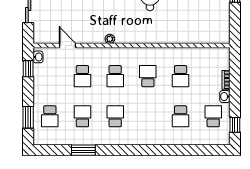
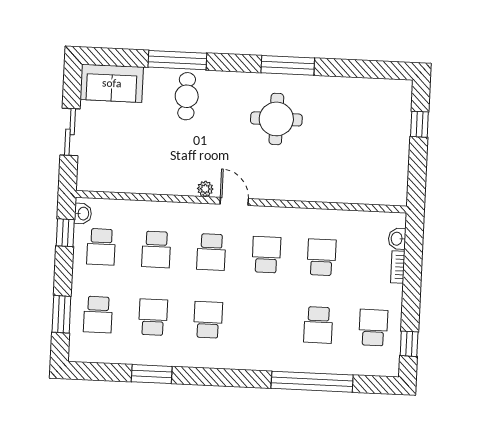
door: (68, 46) -> (234, 201), moved
school desk: (50, 76) -> (101, 247), added
school desk: (181, 76) -> (321, 257), turned 180
washbasin: (225, 97) -> (397, 239), moved
window: (178, 150) -> (312, 382), added

